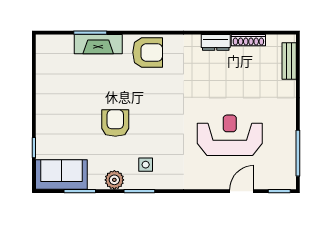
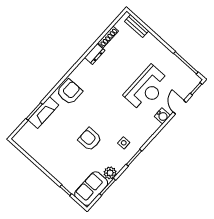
reception desk: (230, 135) -> (147, 88), turned 180
plant: (114, 180) -> (110, 173), moved
water cooler: (215, 181) -> (162, 116), added

